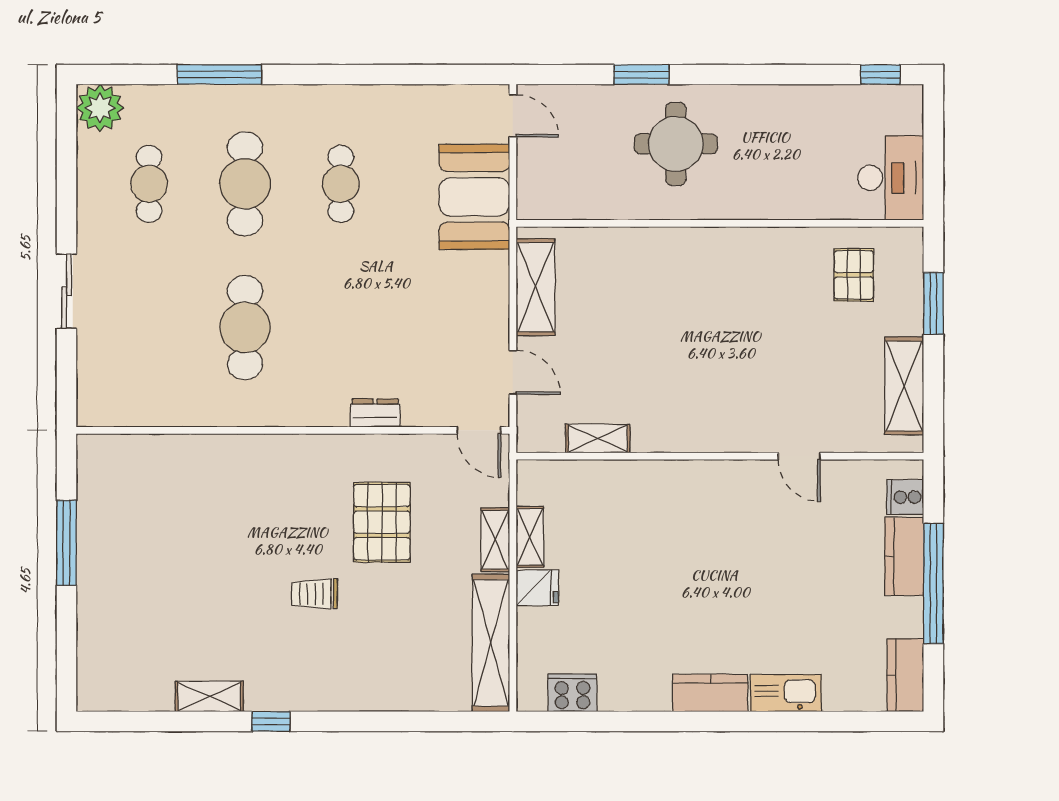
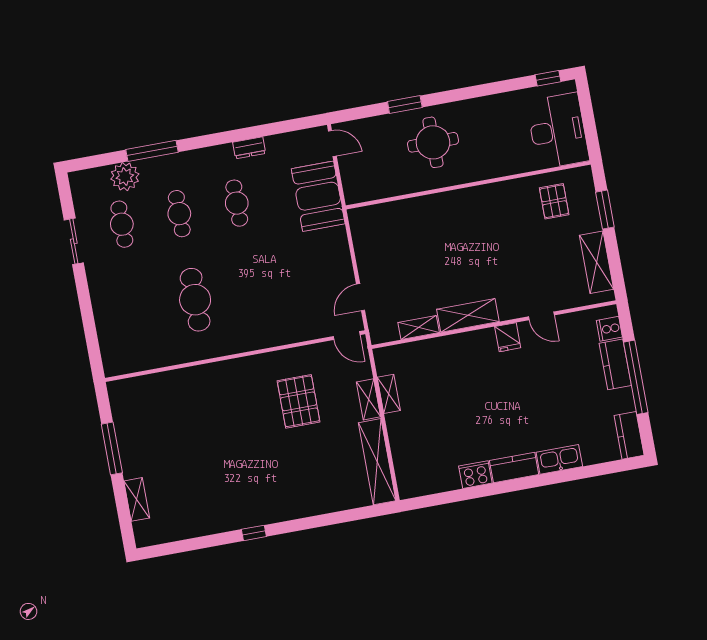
plant: (100, 108) -> (125, 177), moved
desk: (891, 178) -> (558, 131), width x1.36, depth x1.30
cafe table: (245, 184) -> (179, 214), width x0.73, depth x0.74
shelving: (536, 287) -> (468, 315), moved, turned 90
sliding door: (67, 291) -> (74, 241), moved
door: (513, 372) -> (361, 297), swing flipped
dresser: (375, 413) -> (249, 148), moved, turned 180
fridge: (537, 588) -> (508, 337), moved, turned 90
trolley: (314, 594) -> (266, 452), removed
cooker: (572, 693) -> (475, 475), moved
shelving: (209, 696) -> (137, 499), moved, turned 90

